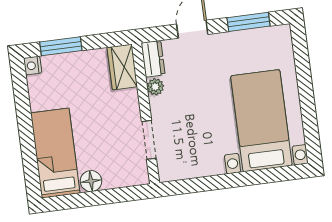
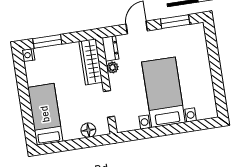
wardrobe: (122, 67) -> (91, 62), width x1.50
bed with nightstands: (261, 121) -> (163, 92), moved
floor lamp: (91, 181) -> (88, 130), moved

